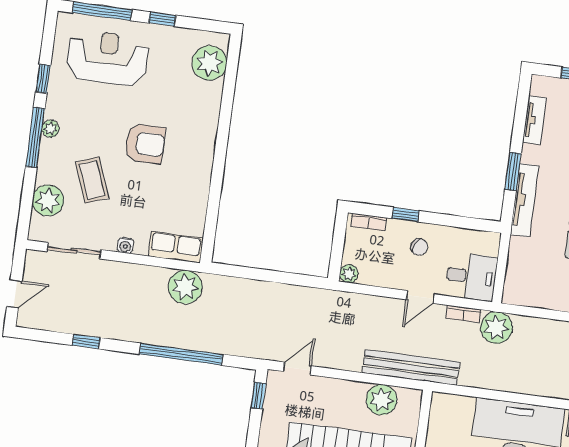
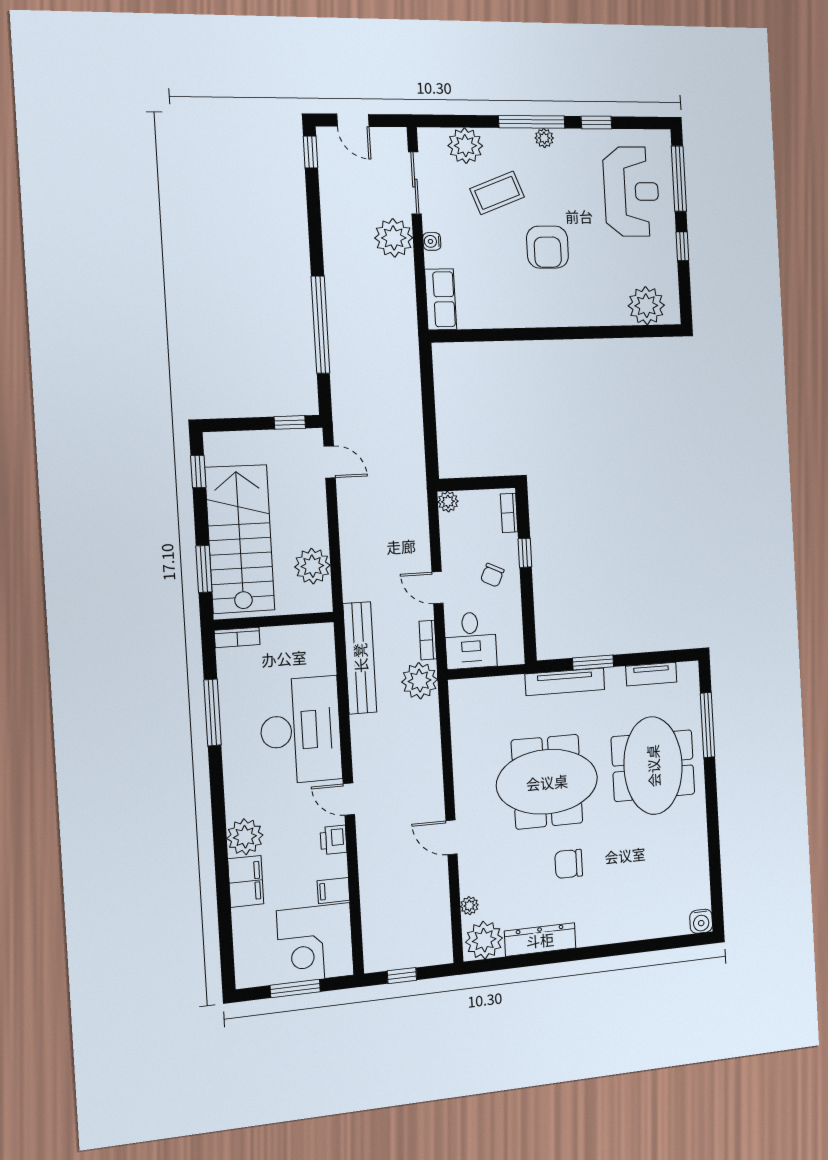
plant: (185, 287) -> (394, 238), moved
window: (86, 342) -> (311, 152), moved
bench: (411, 367) -> (360, 658), moved

